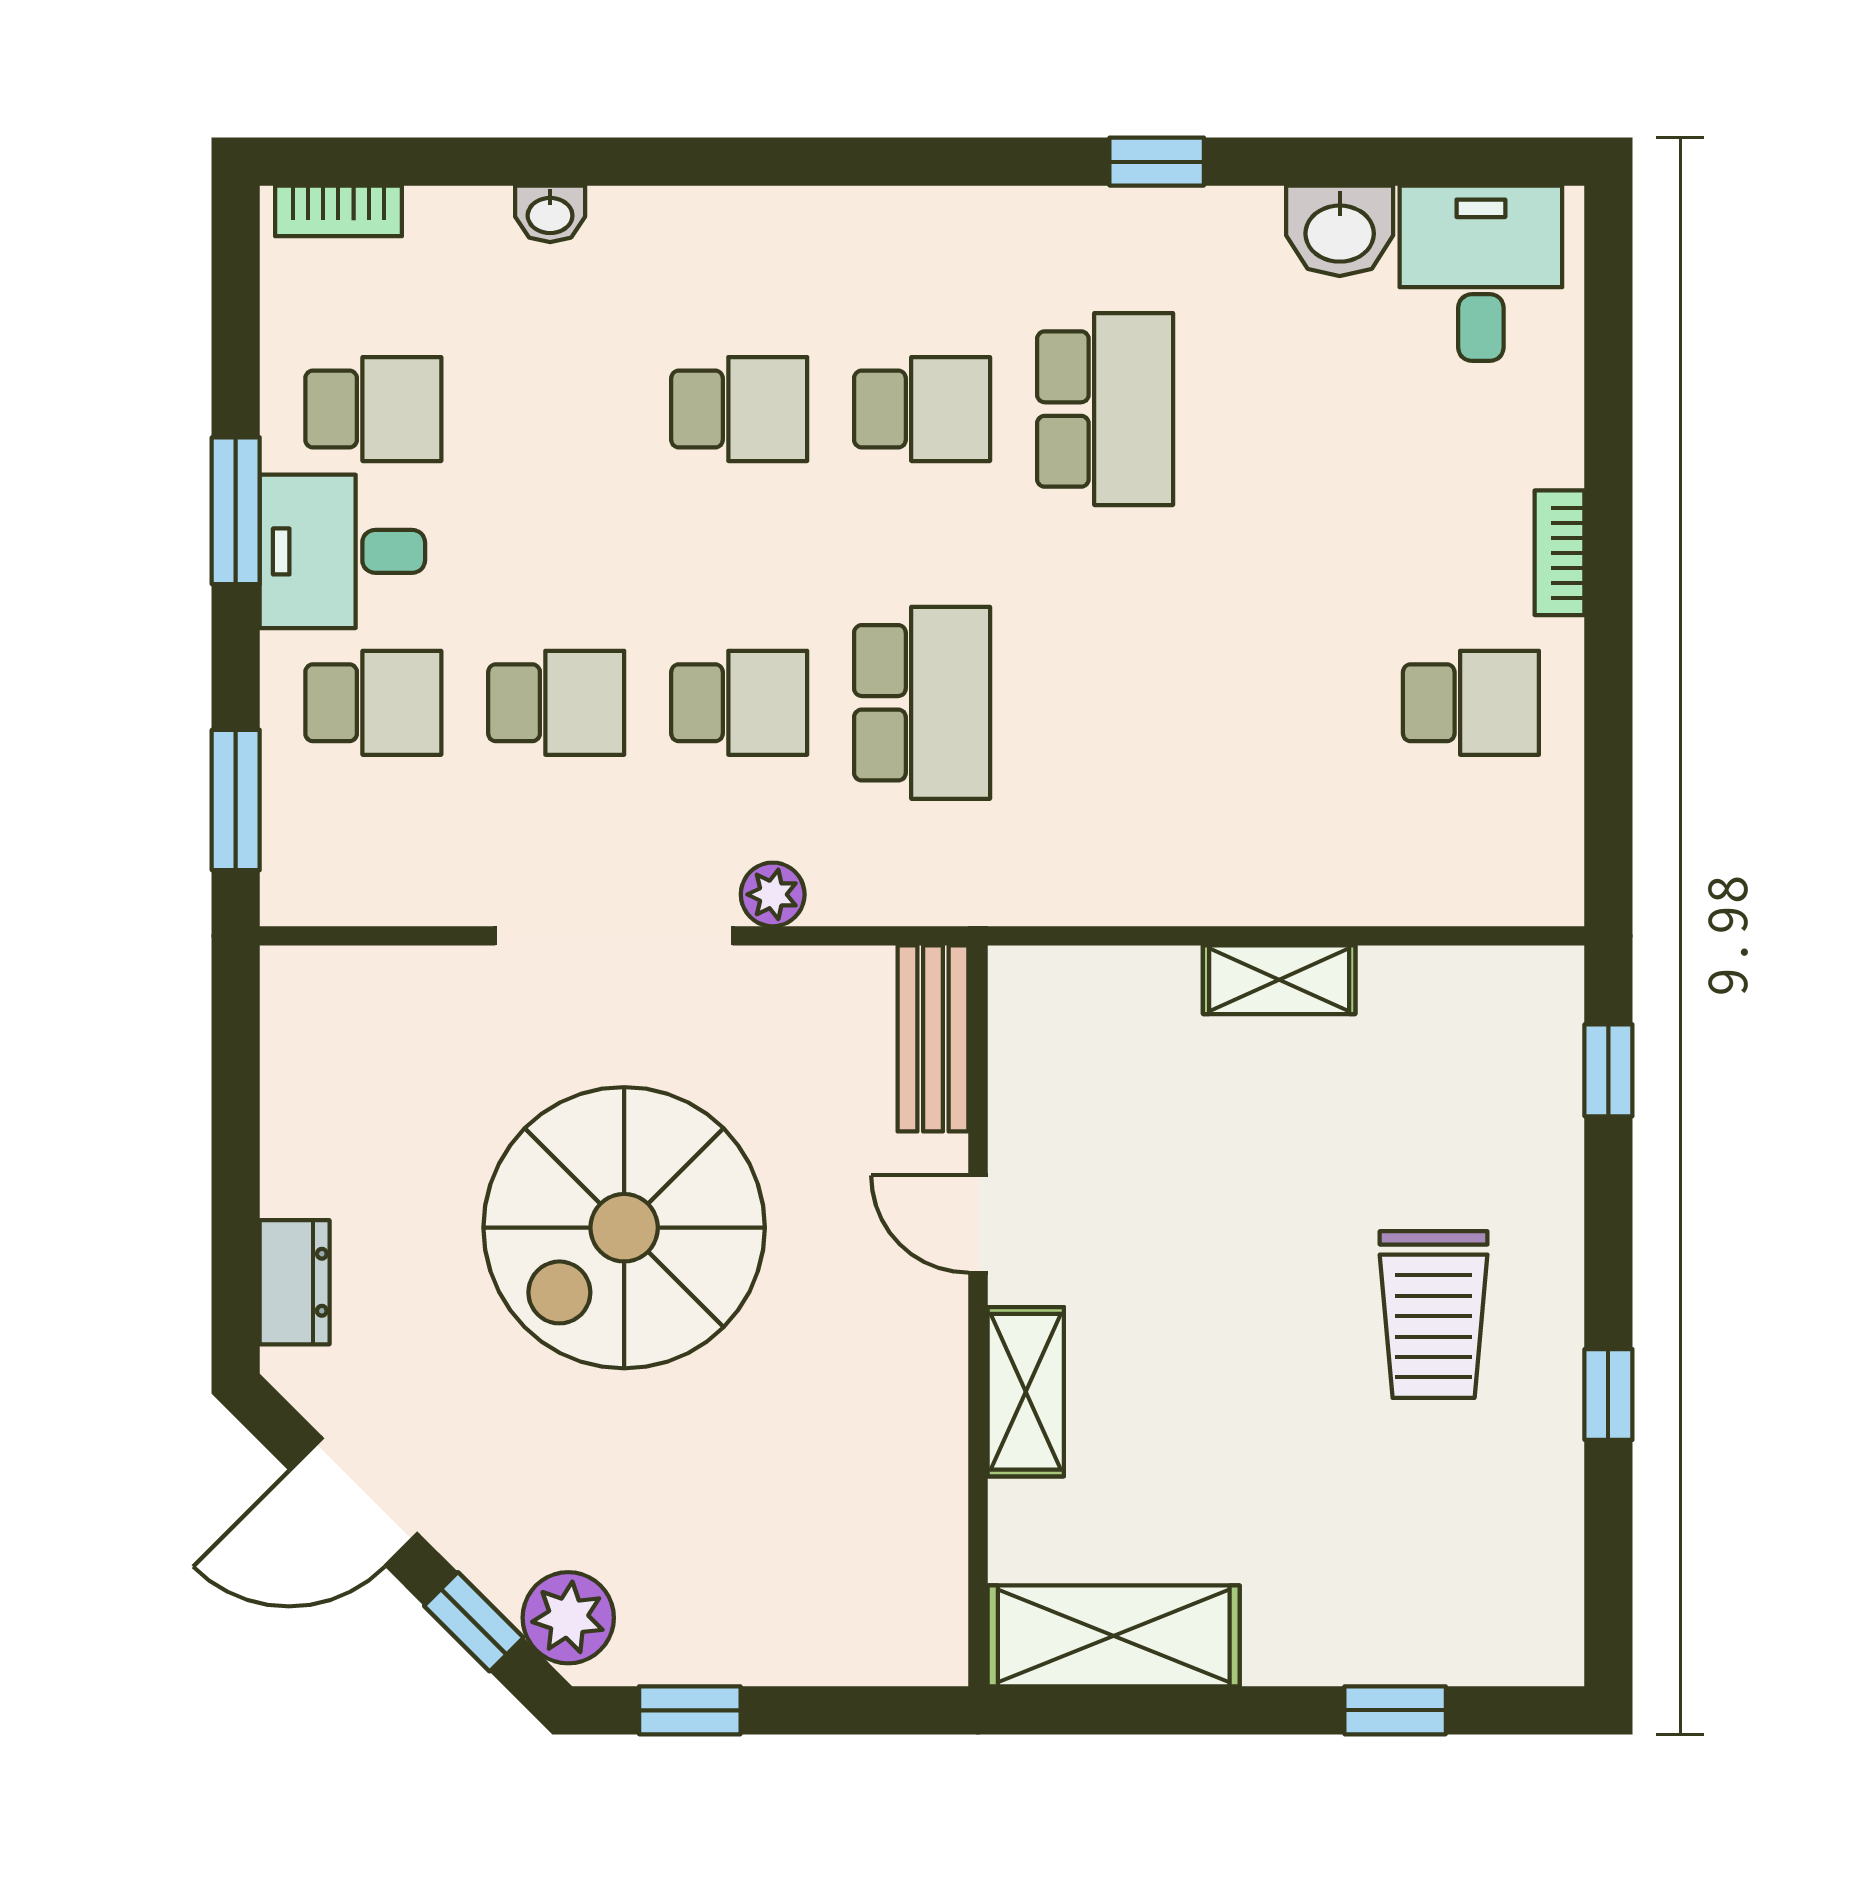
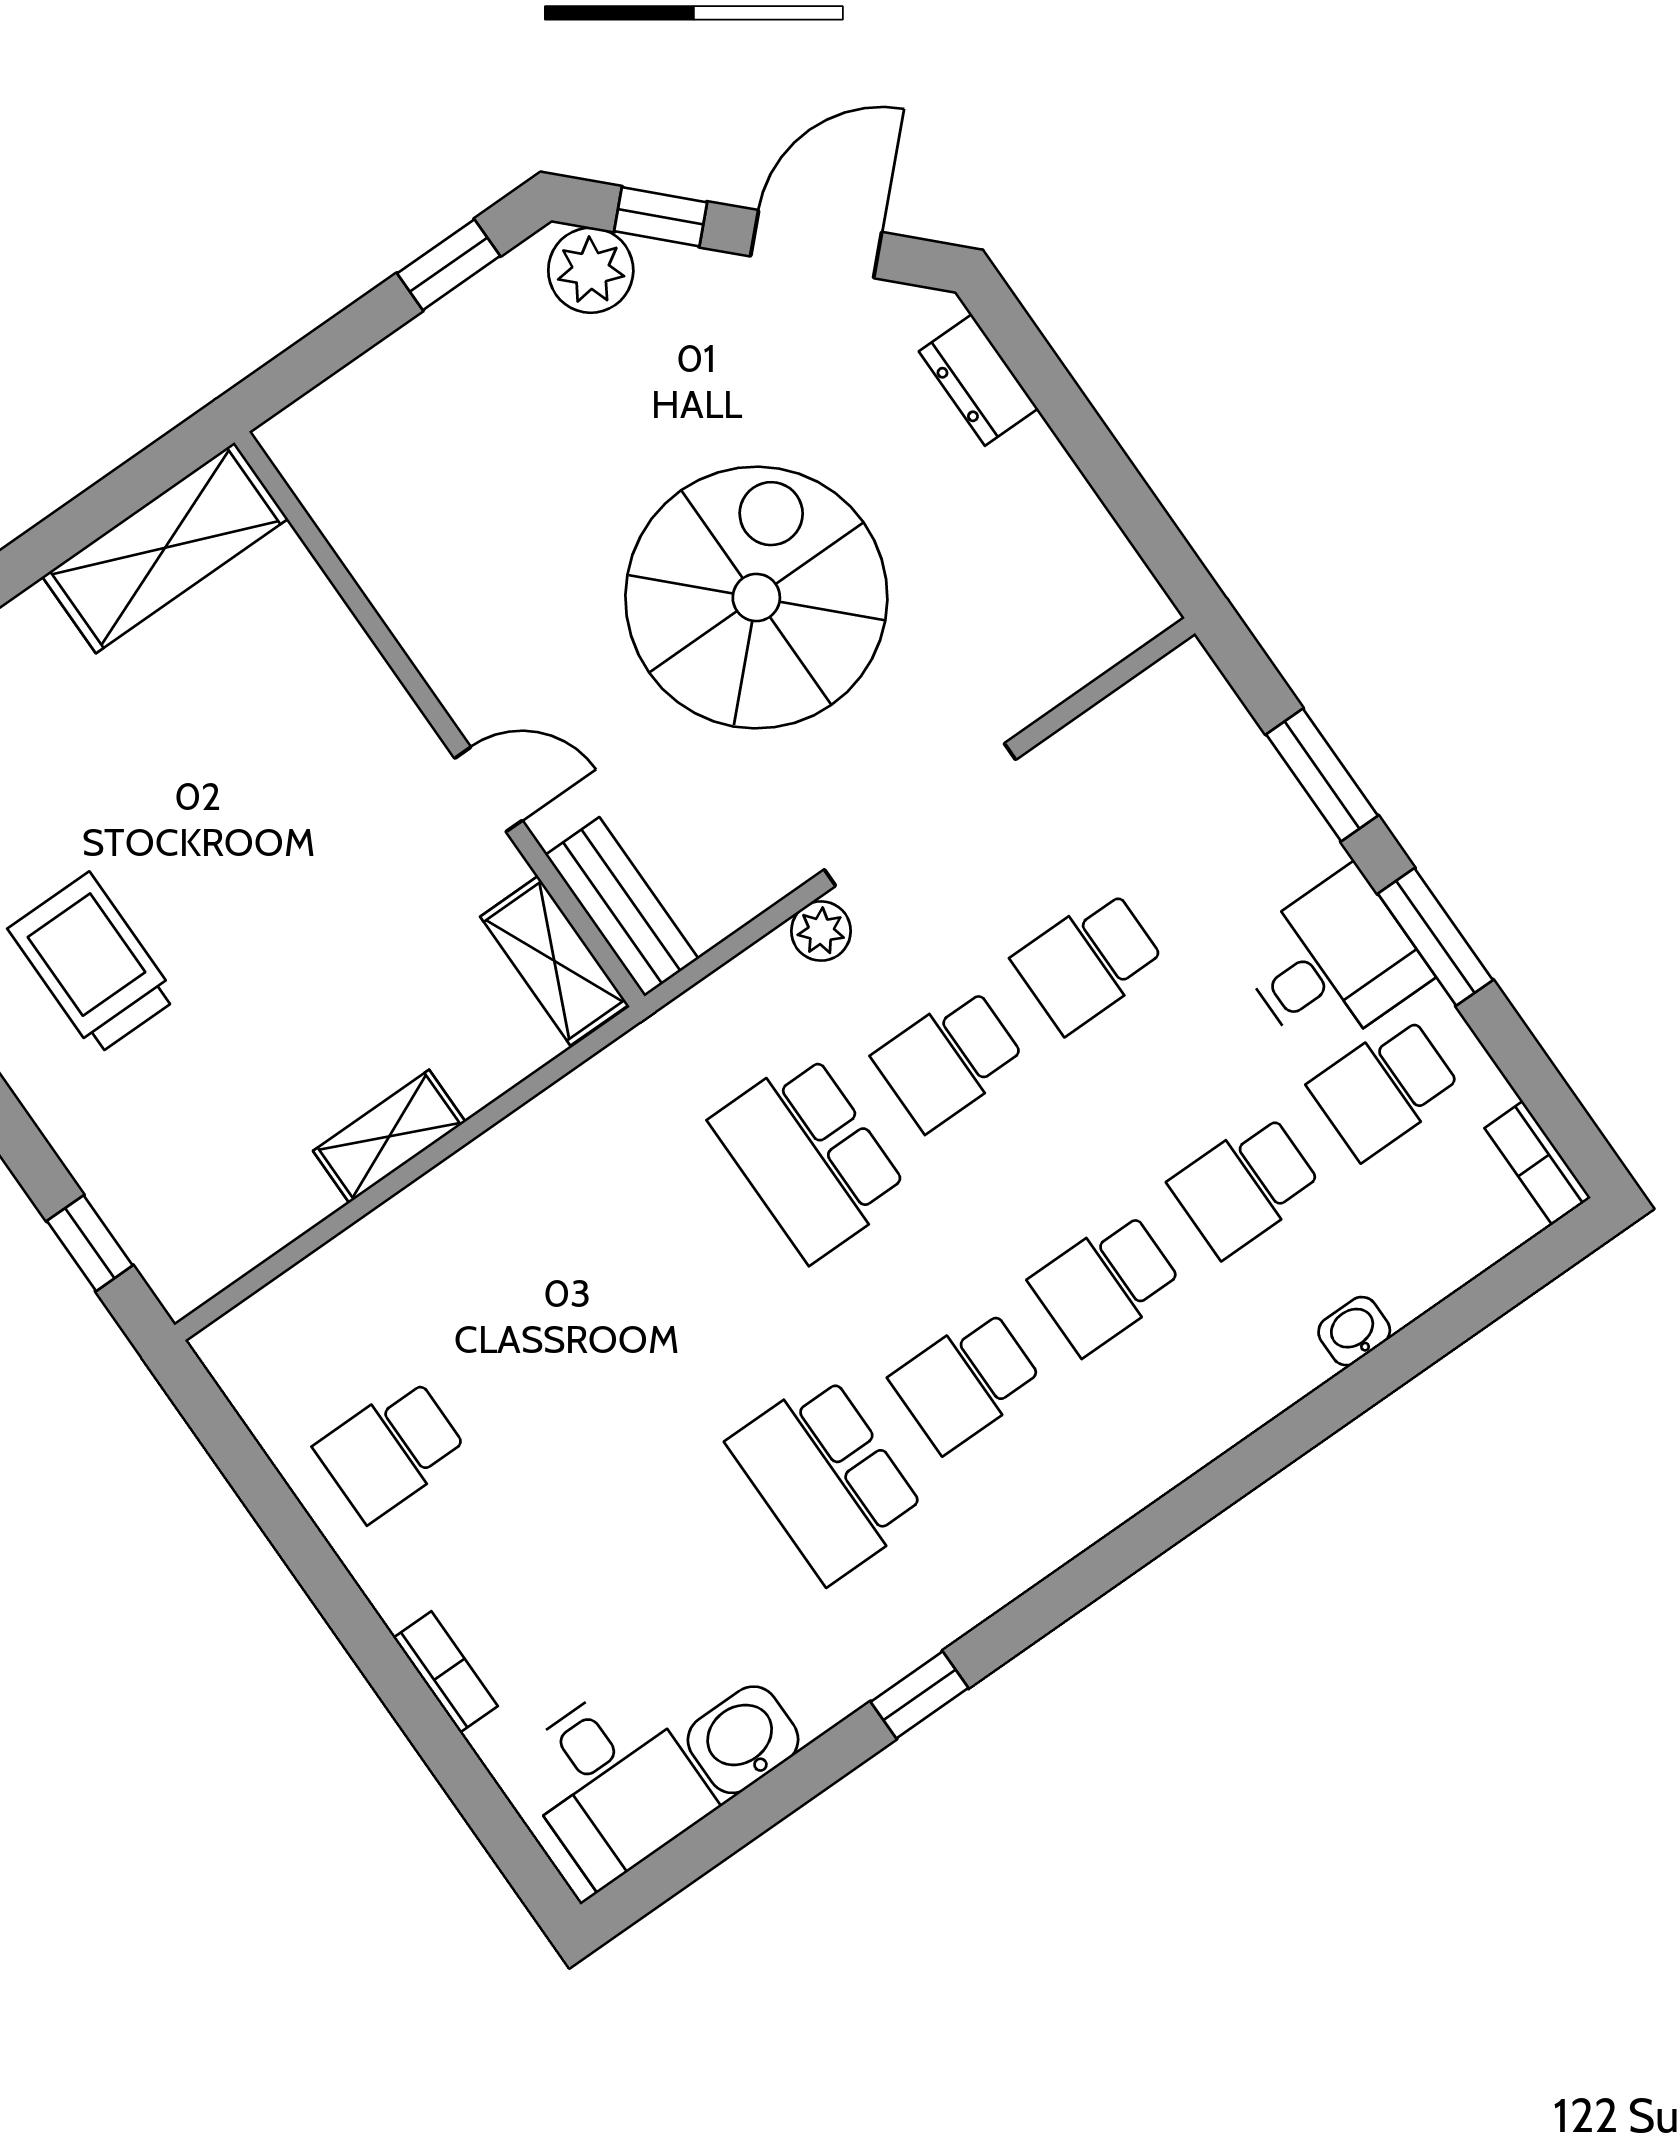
bookcase: (338, 211) -> (1538, 1163), moved, turned -90
bookcase: (1560, 553) -> (446, 1672), moved
school desk: (373, 703) -> (1245, 1186), moved
window: (236, 800) -> (1322, 775), moved
shelving: (1026, 1392) -> (554, 961), moved

